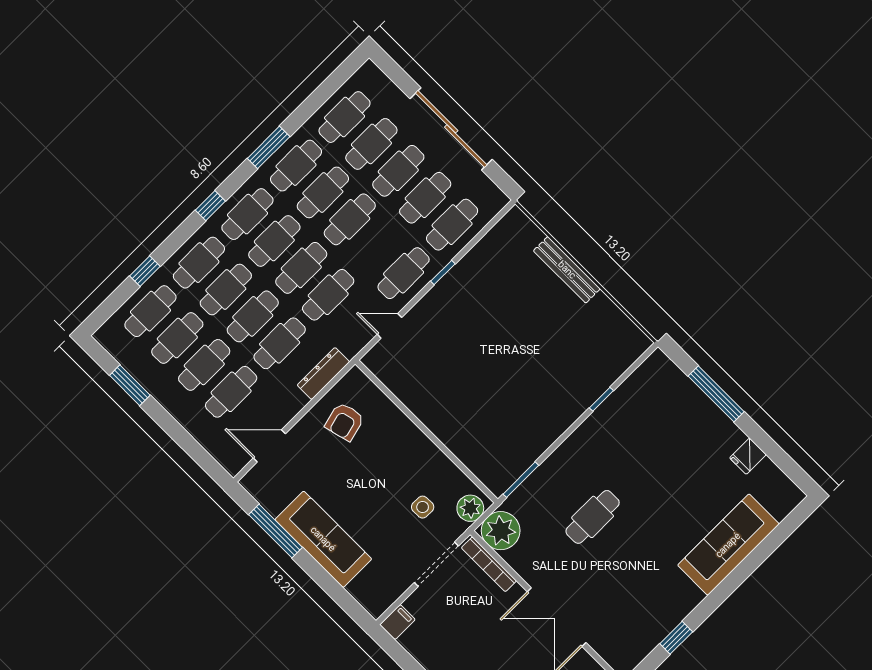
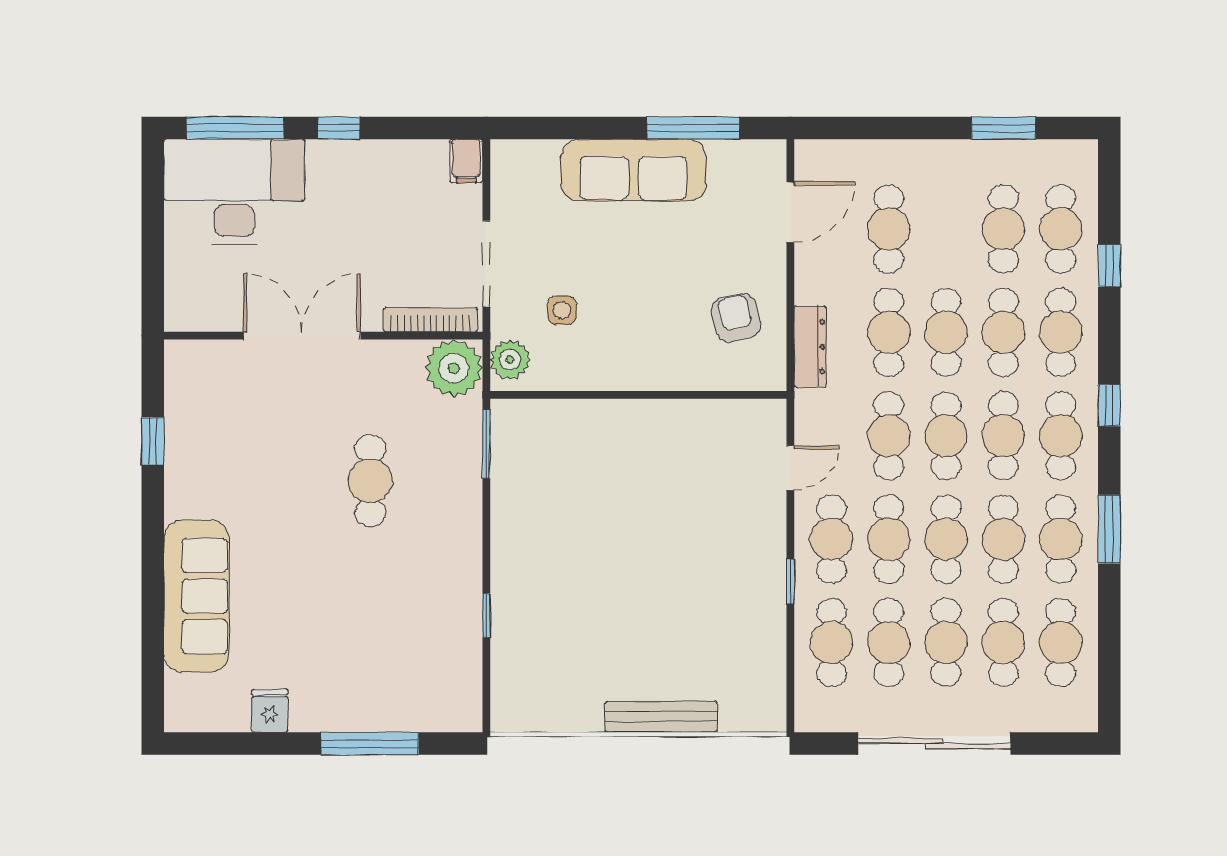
cafe table: (204, 365) -> (889, 539), moved

